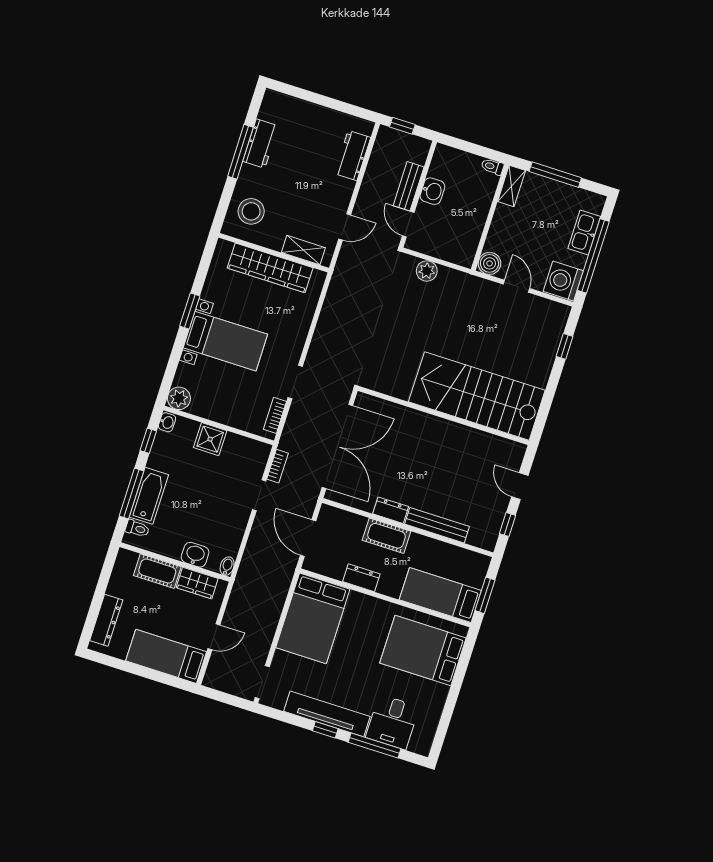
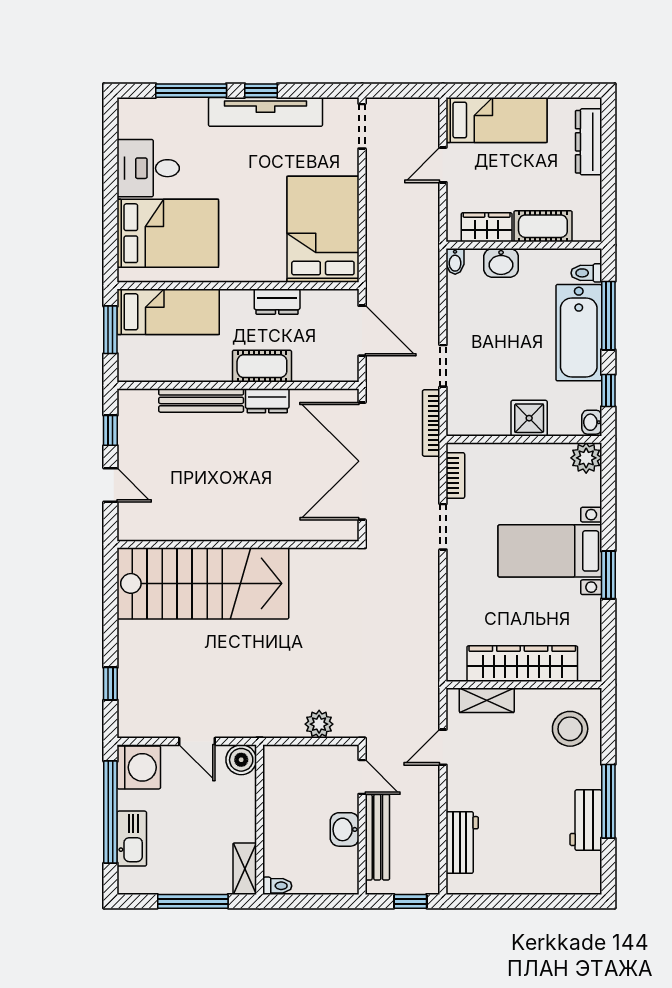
bench: (409, 186) -> (377, 837), width x1.36
bookcase: (277, 466) -> (431, 423), width x1.56
bathtub: (149, 496) -> (579, 333), width x1.36, depth x1.36
desk: (392, 722) -> (148, 168), moved, turned -90

